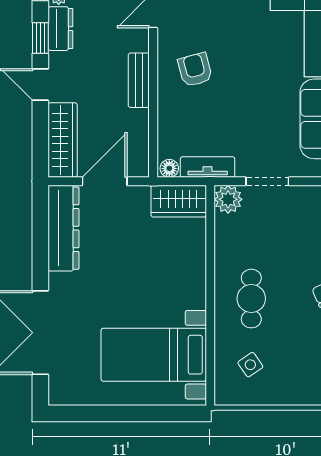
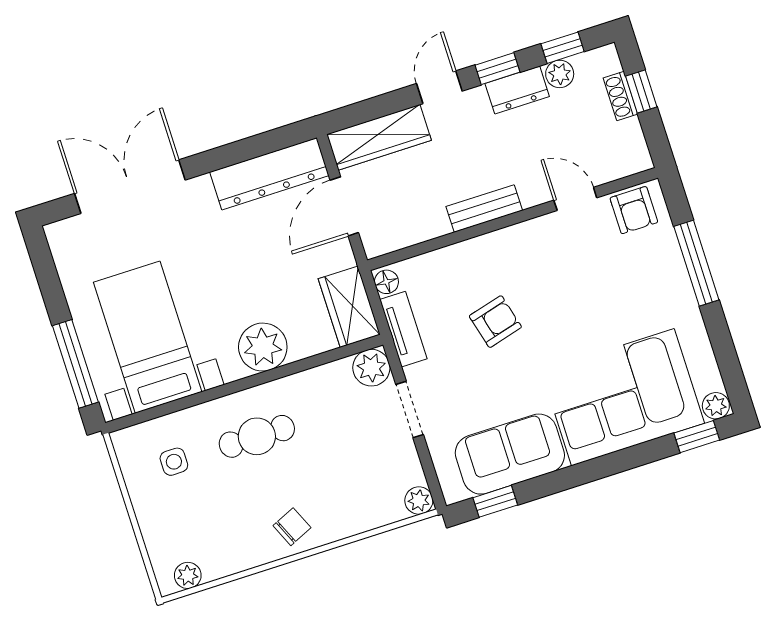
armchair: (195, 70) -> (495, 322), moved
door: (105, 181) -> (344, 206), swing flipped
plant: (188, 273) -> (263, 347), added
side table: (250, 365) -> (174, 462), turned 35
window: (156, 413) -> (75, 364), added

